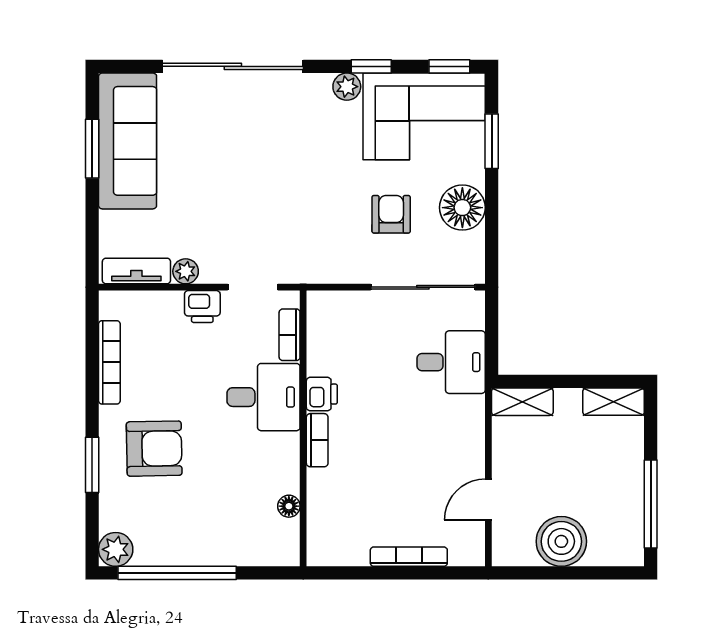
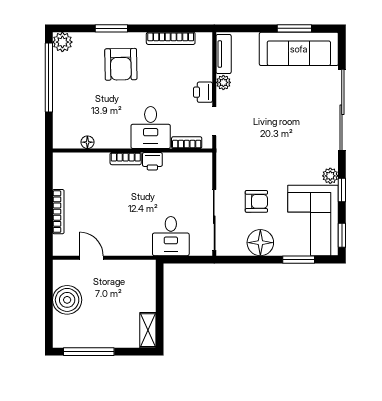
shelving: (522, 402) -> (148, 277), removed

